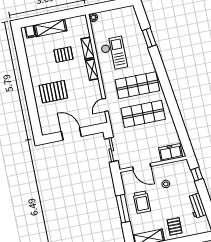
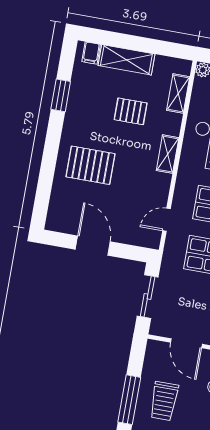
shelving: (88, 48) -> (178, 94), moved
window: (23, 61) -> (61, 95), added

